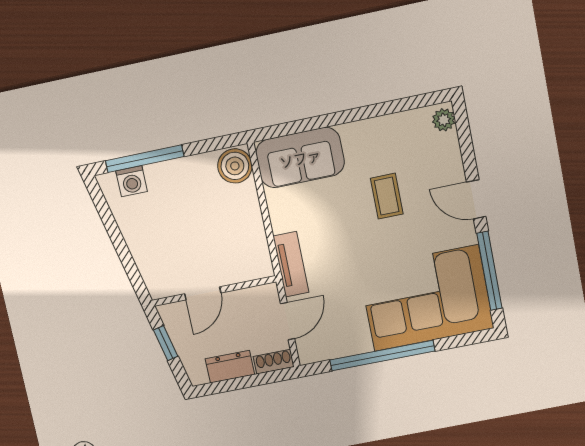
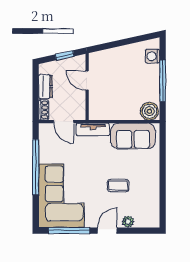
plant: (444, 120) -> (128, 222), moved
sofa: (300, 158) -> (133, 136), moved, turned -90
window: (145, 159) -> (163, 81), moved

